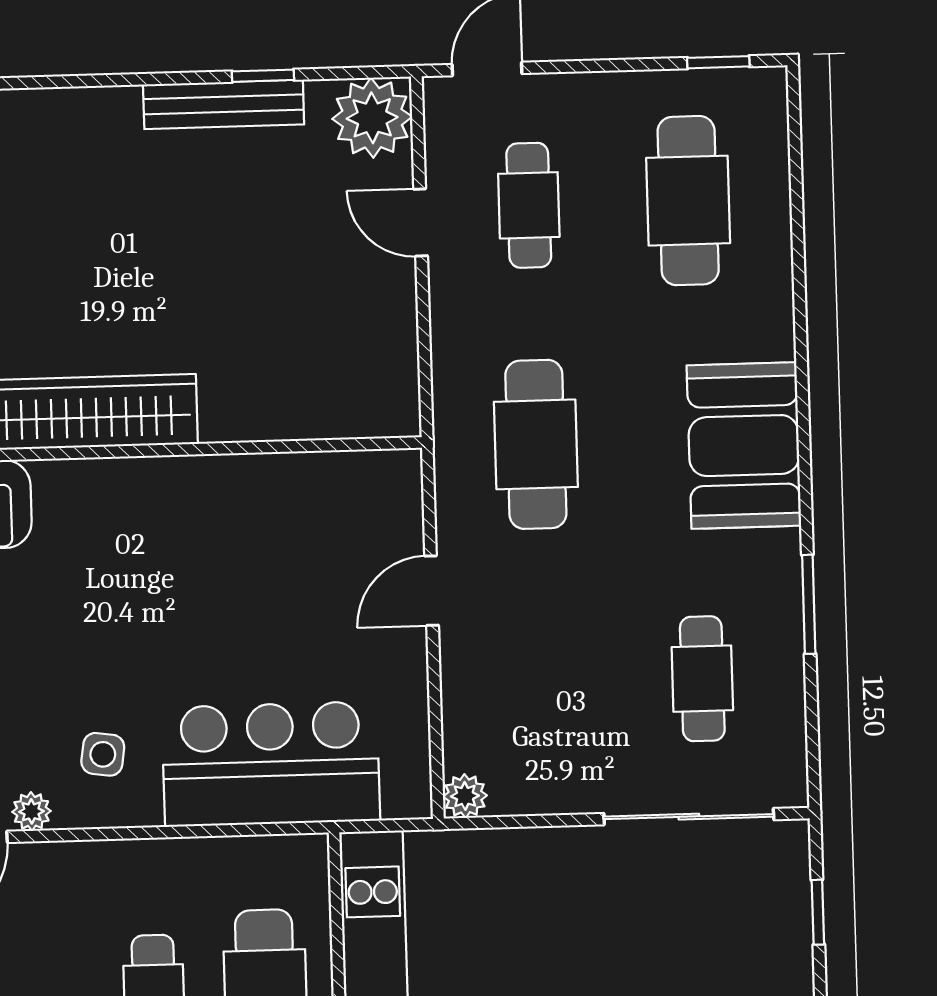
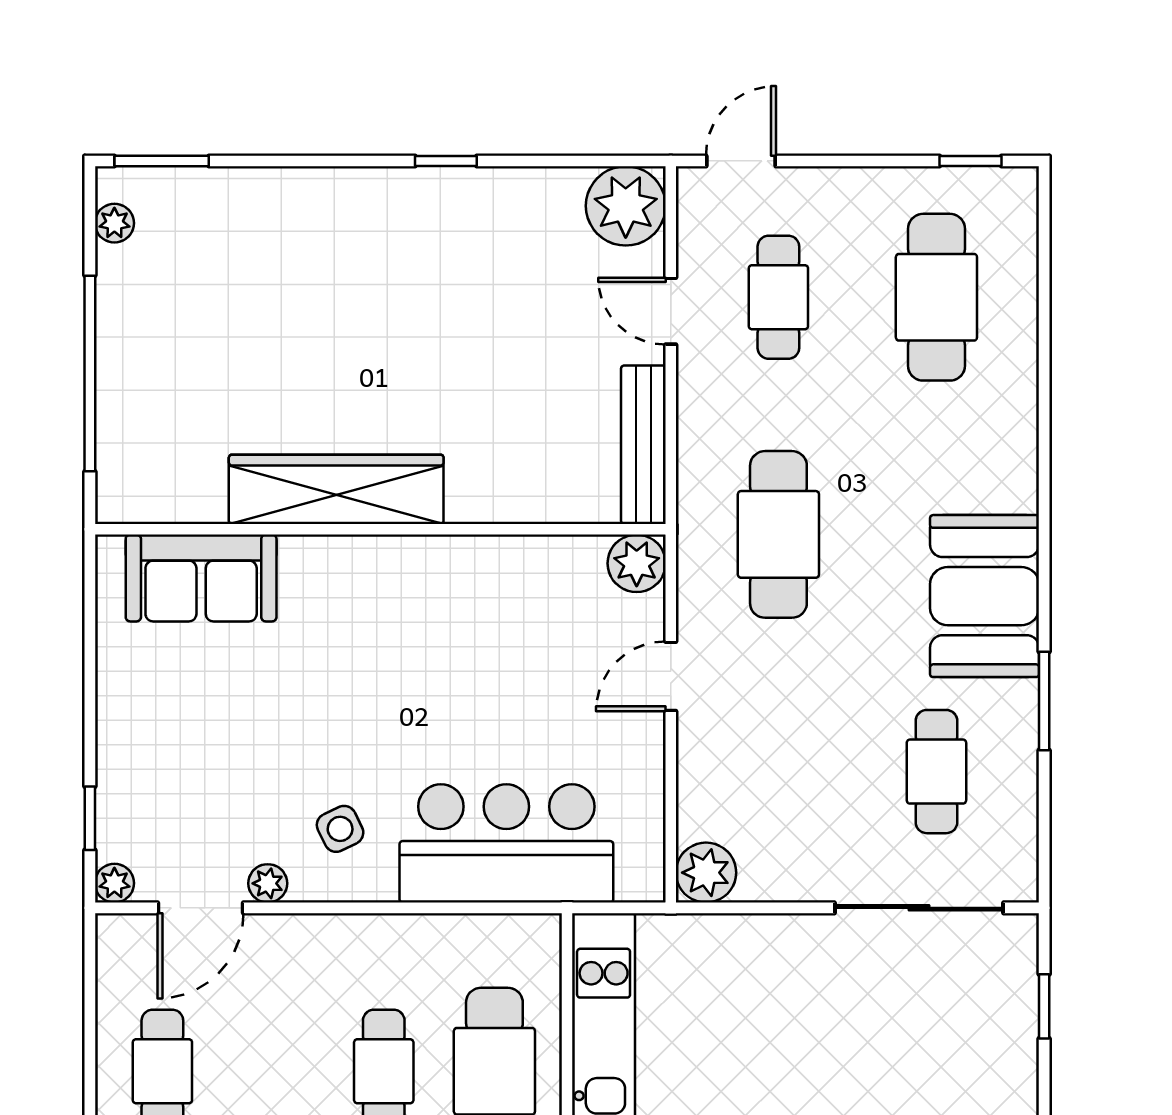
window: (263, 76) -> (446, 161), moved
bench: (224, 104) -> (643, 445), moved, turned 90
booth: (744, 446) -> (985, 596), moved
plant: (394, 478) -> (637, 563), added
side table: (103, 754) -> (340, 829), turned -34
plant: (465, 796) -> (706, 873), width x1.38, depth x1.38

